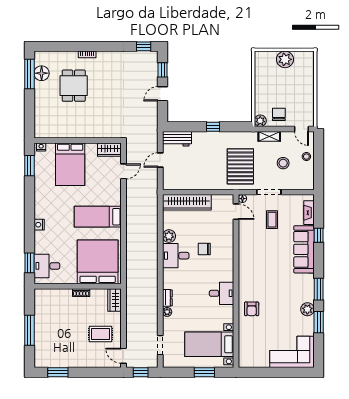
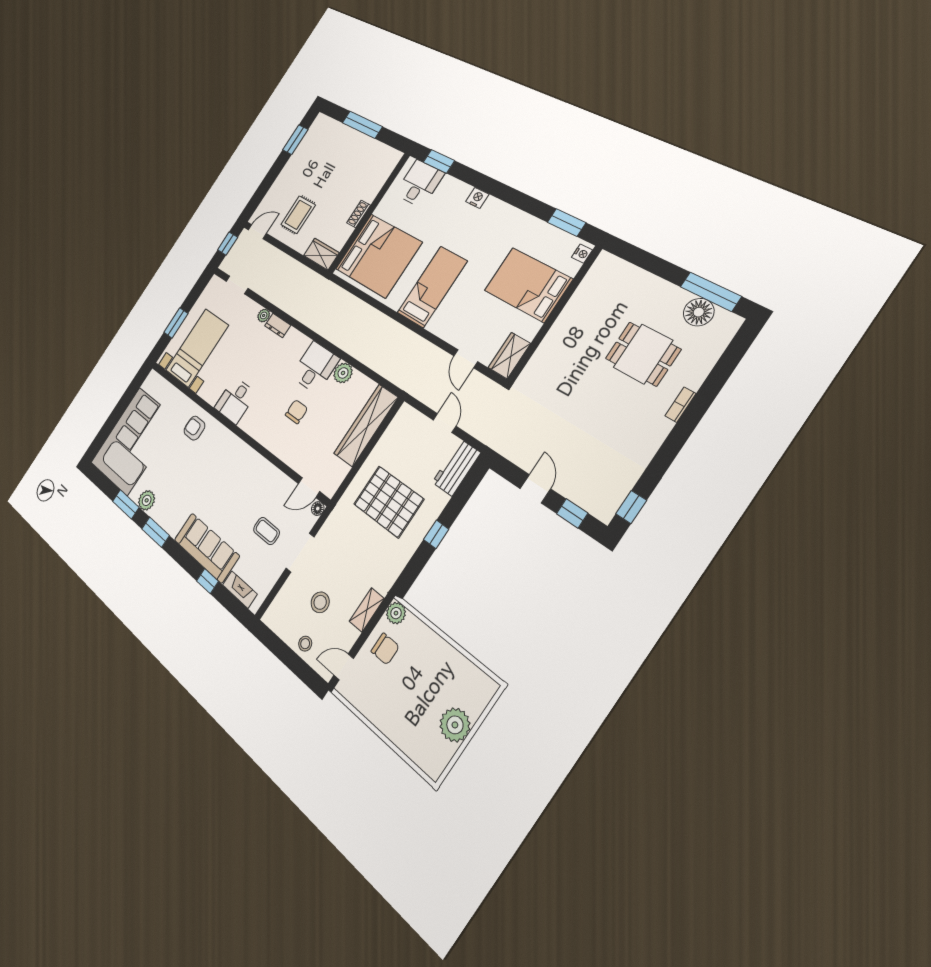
pallet: (240, 166) -> (389, 502), moved
corner sofa: (292, 352) -> (134, 441), width x1.36, depth x1.36

